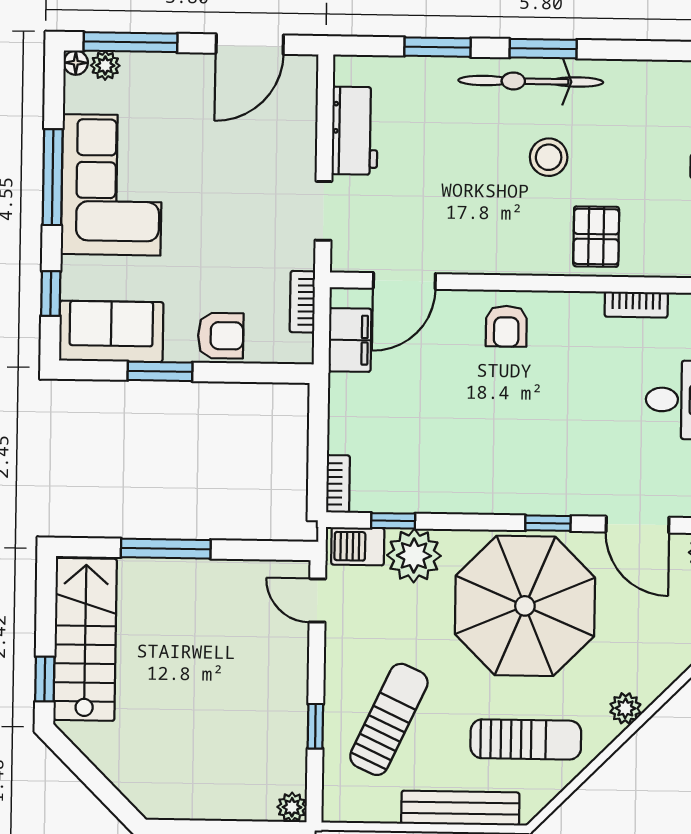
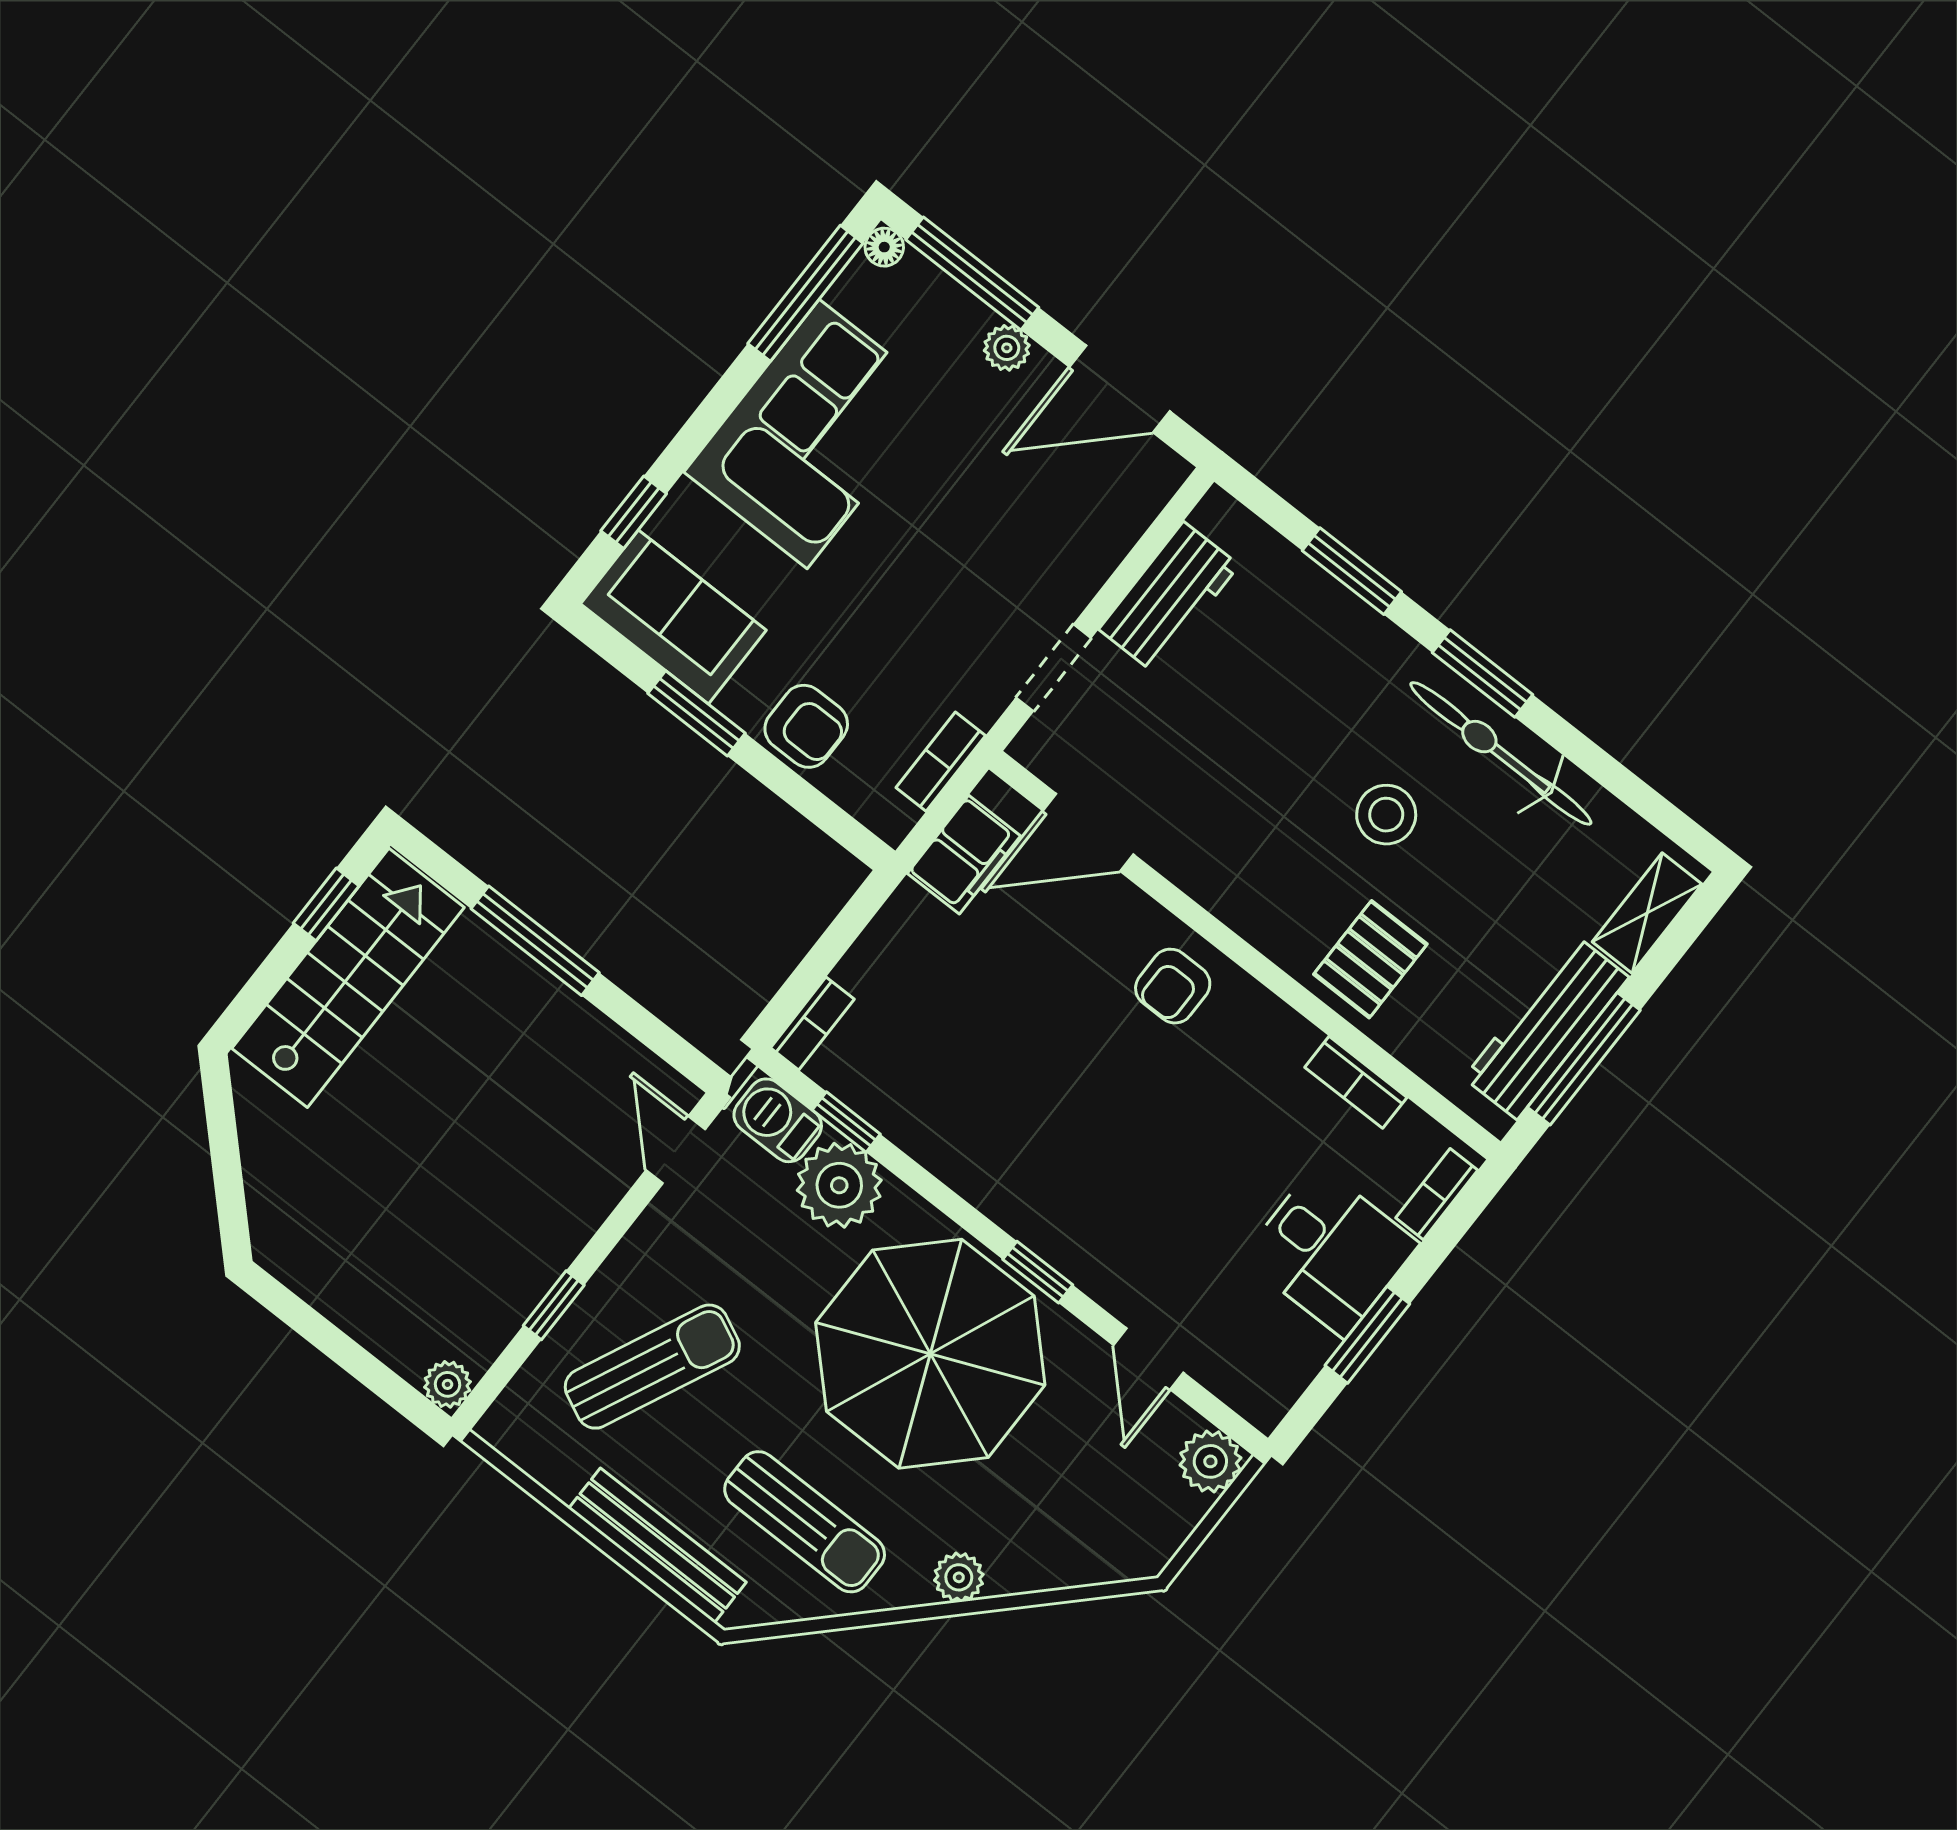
plant: (105, 66) -> (1007, 348), moved
bicycle: (531, 81) -> (1501, 753), moved
window: (53, 177) -> (805, 293), moved
door: (637, 525) -> (1148, 1359), width x0.73
window: (45, 679) -> (326, 904), moved

